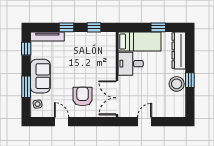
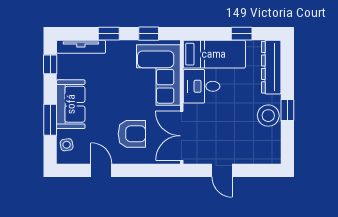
corner sofa: (101, 56) -> (158, 75), added
armchair: (83, 96) -> (132, 134), turned 90
door: (145, 122) -> (222, 170), swing flipped

